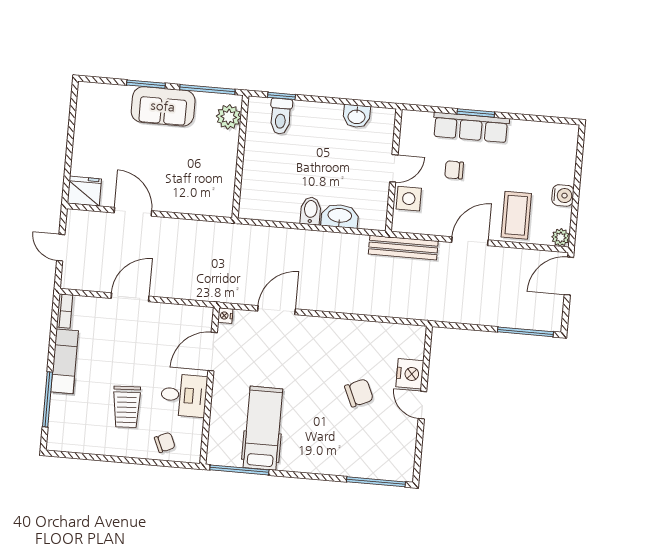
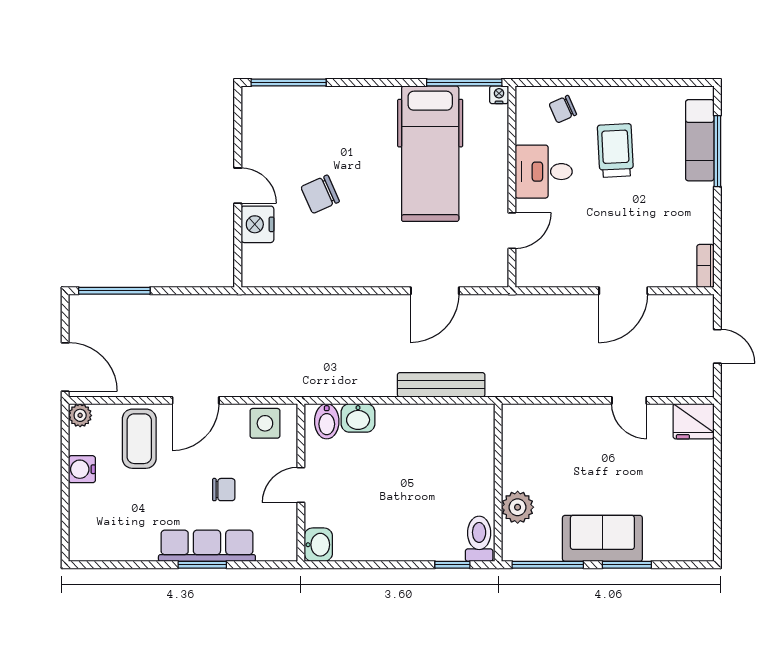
toilet: (281, 116) -> (479, 539), moved
washbasin: (357, 116) -> (318, 545), moved, turned 90
plant: (229, 117) -> (518, 507), moved
side table: (409, 199) -> (265, 423), moved
bidet: (311, 211) -> (327, 421), moved
door: (133, 212) -> (629, 400), width x0.73
washbasin: (340, 216) -> (358, 418), width x0.72
bench: (403, 248) -> (441, 385), moved
door: (569, 276) -> (65, 367), hinge flipped
nightstand: (225, 316) -> (499, 95), moved, turned -90
door: (213, 352) -> (512, 231), width x0.73
exam couch: (65, 361) -> (700, 140), moved
hospital bed: (263, 428) -> (430, 154), width x1.37, depth x1.29

